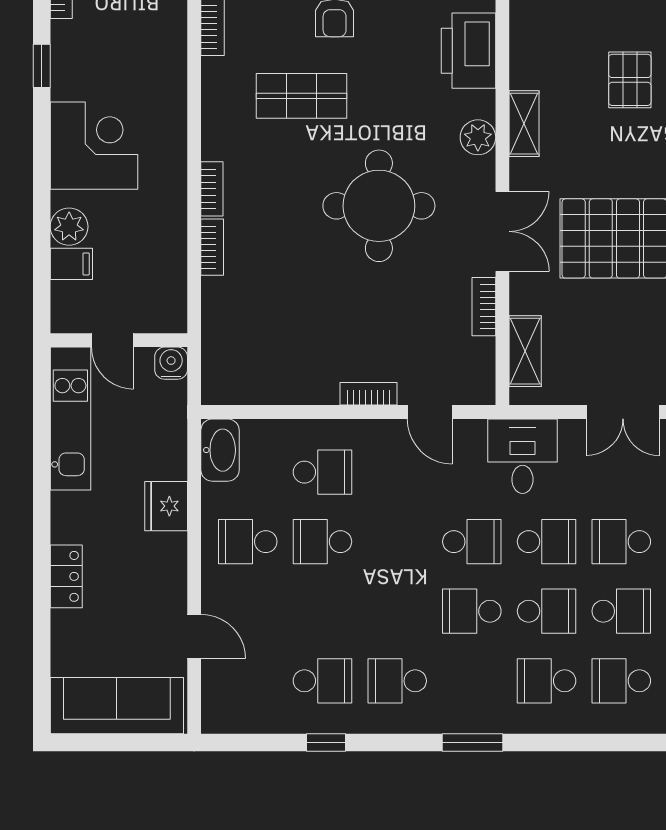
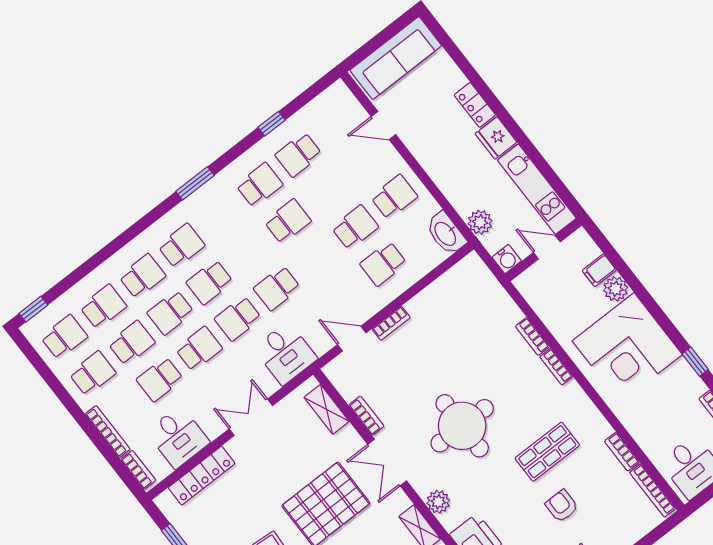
corner desk: (94, 146) -> (627, 348), width x1.36, depth x1.36
plant: (169, 432) -> (480, 222), added
fridge: (166, 506) -> (496, 138), moved, turned 180
school desk: (472, 611) -> (288, 221), moved

